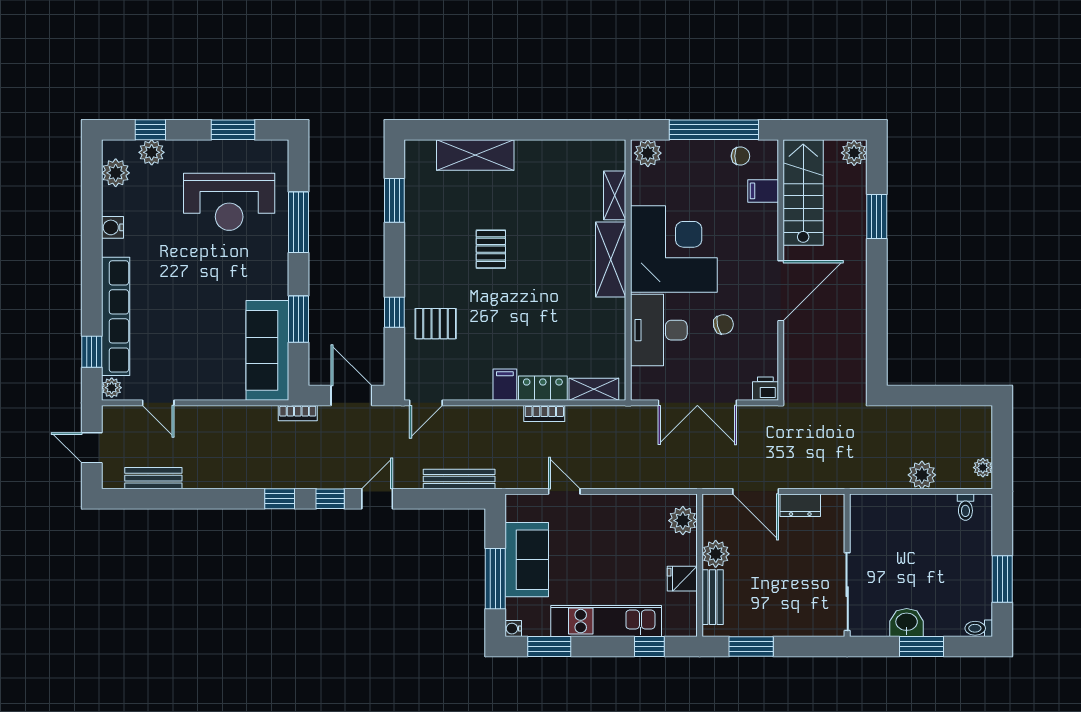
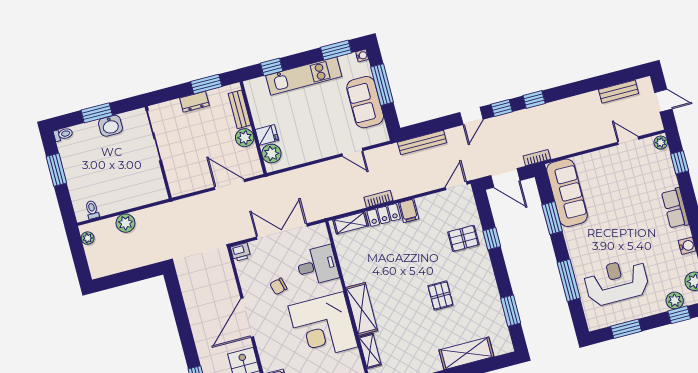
row of seats: (116, 316) -> (675, 208), width x0.50
desk: (659, 330) -> (317, 266), width x0.73
dresser: (800, 505) -> (194, 102), moved, turned 180
fridge: (682, 579) -> (267, 135), moved

